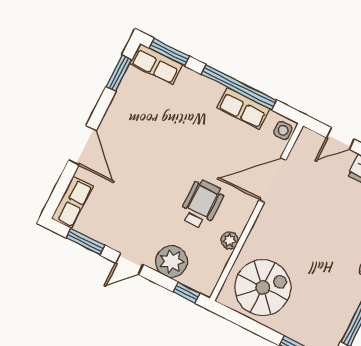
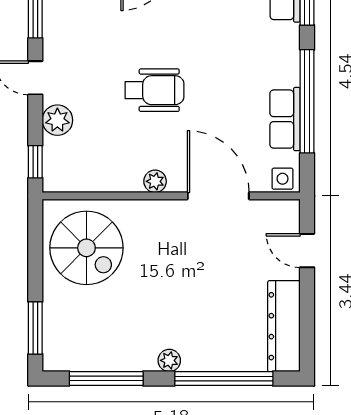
wheelchair: (201, 204) -> (154, 90), moved
plant: (230, 240) -> (155, 181), moved
plant: (172, 261) -> (57, 120), width x0.73, depth x0.73

